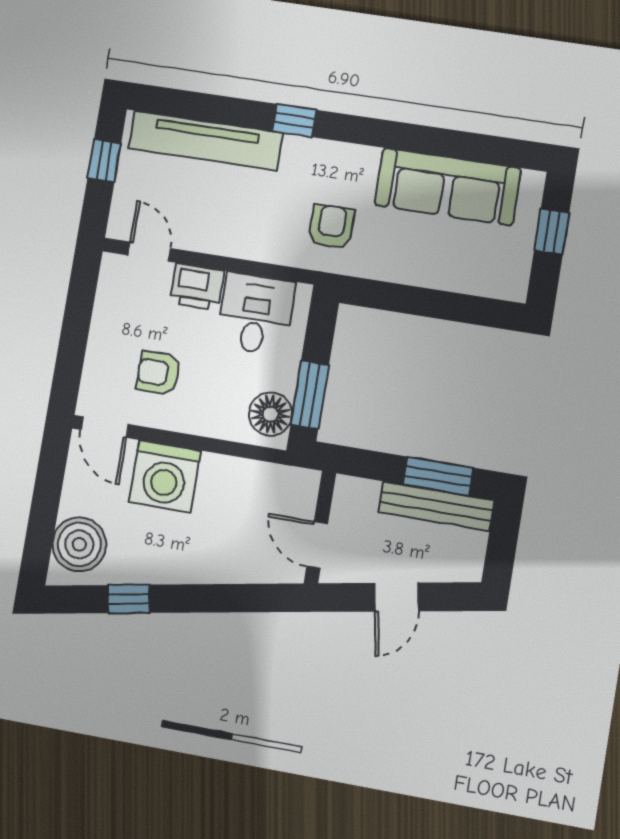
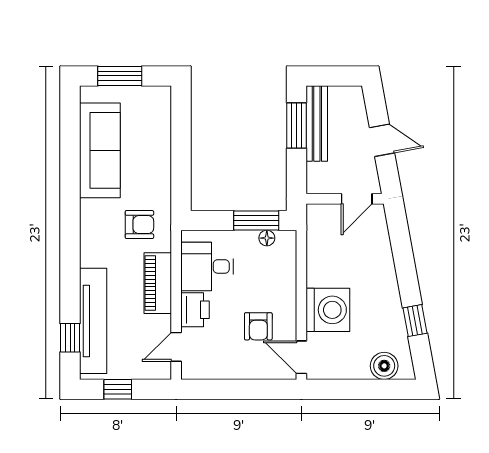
window: (294, 120) -> (70, 338), moved
armchair: (331, 227) -> (139, 225), turned 180
window: (552, 232) -> (120, 76), width x1.50
piano: (244, 240) -> (158, 283), added
floor lamp: (270, 414) -> (267, 238), width x0.53, depth x0.53
door: (105, 427) -> (301, 357), swing flipped
boiler: (79, 544) -> (384, 366), width x0.73, depth x0.73

